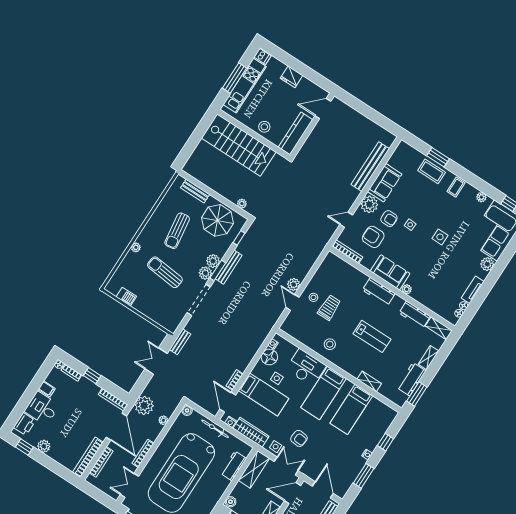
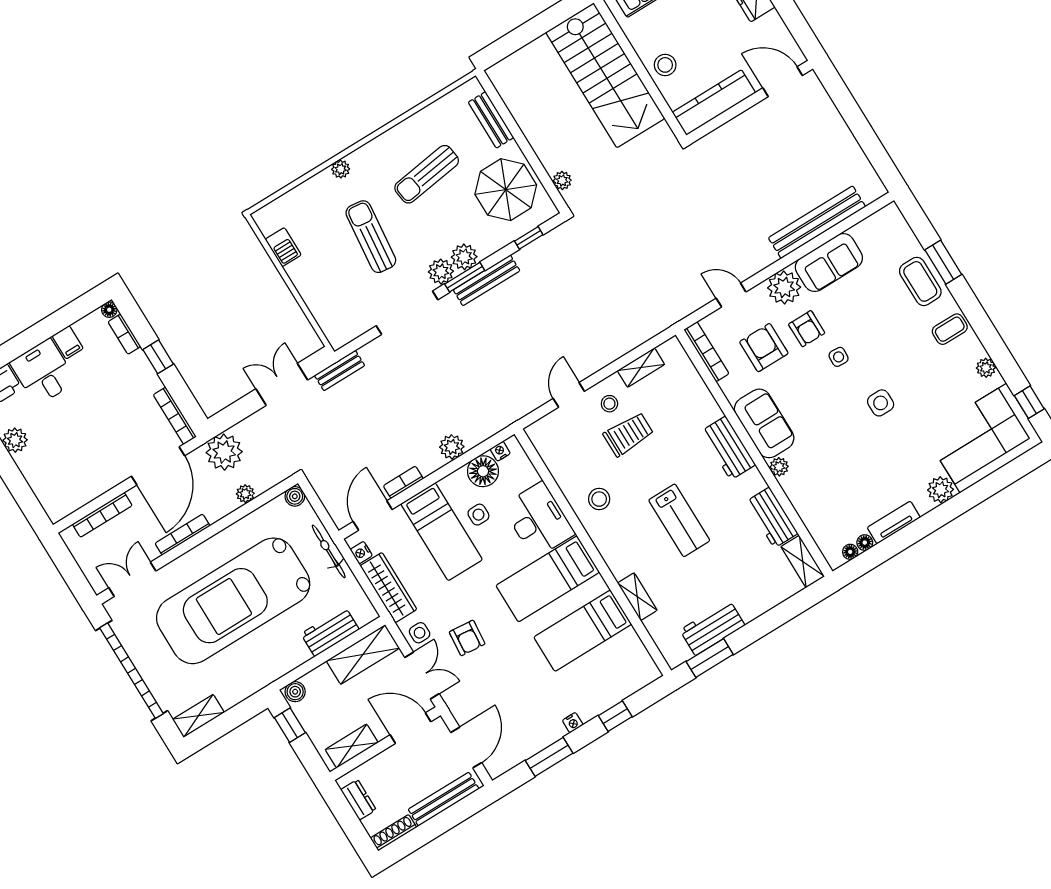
plant: (294, 284) -> (452, 447), moved
shelving: (429, 358) -> (641, 368), moved
bookcase: (88, 457) -> (83, 496), removed

